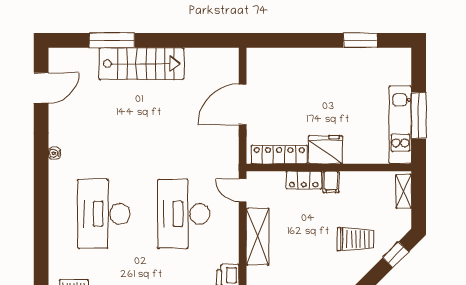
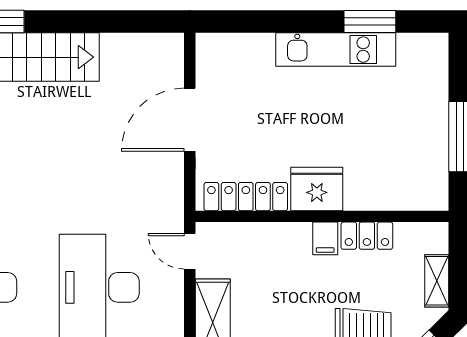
kitchen unit: (400, 125) -> (336, 50), moved, turned -90
locker: (304, 180) -> (367, 236), moved
shelving: (404, 191) -> (437, 281), moved

